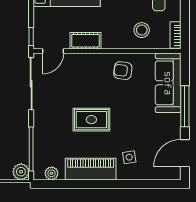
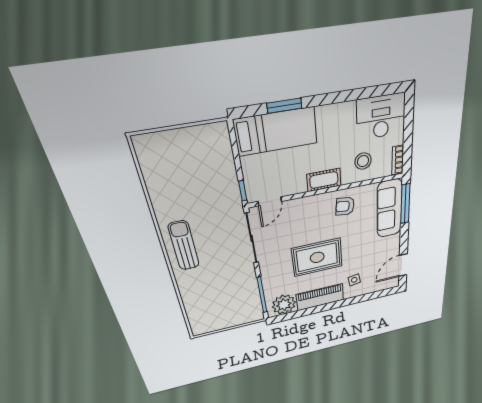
cot: (86, 41) -> (324, 180), moved
window: (185, 106) -> (405, 204), moved
rug: (91, 120) -> (317, 257), width x1.36, depth x1.43
plant: (21, 172) -> (256, 315), removed
plant: (52, 173) -> (284, 305), width x1.88, depth x1.88

